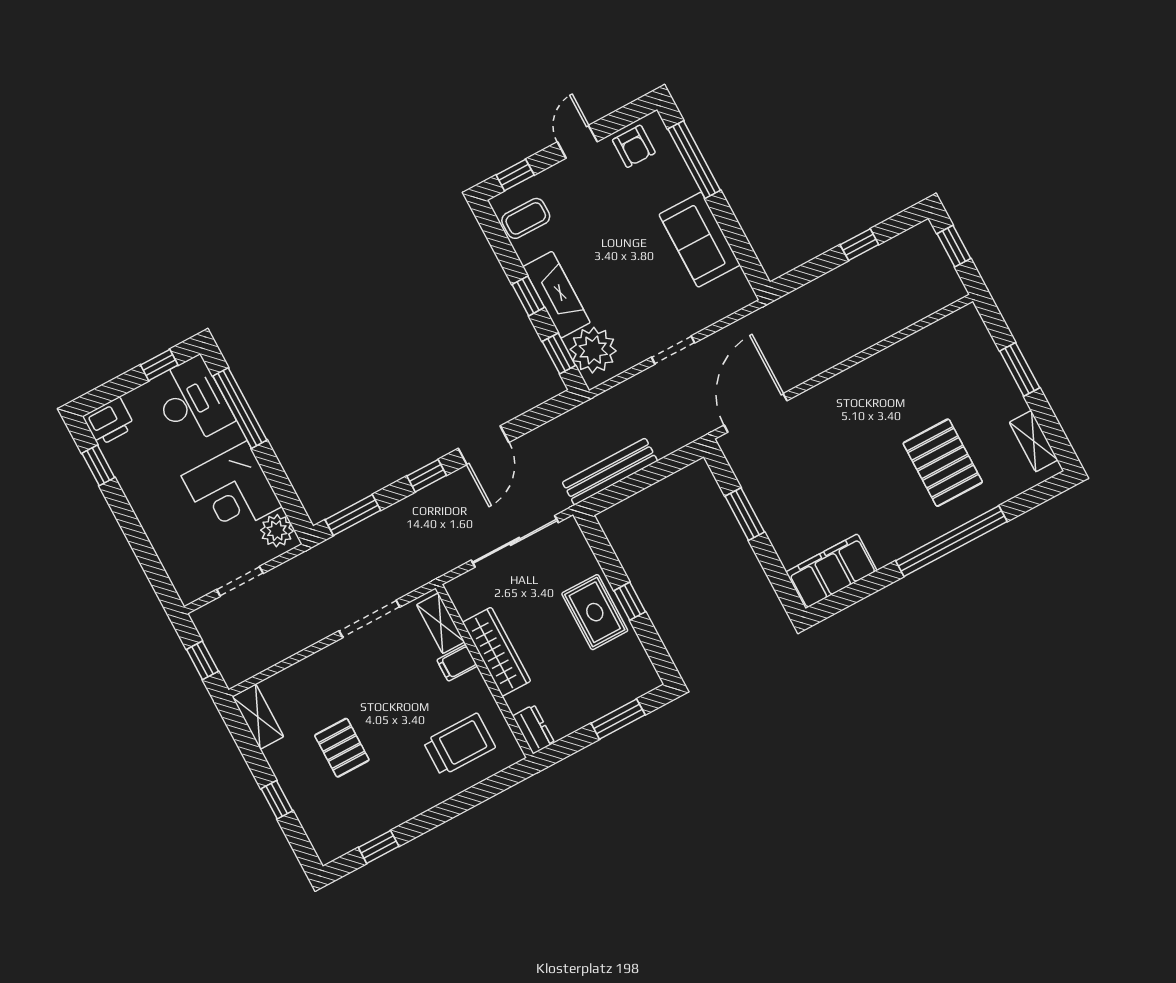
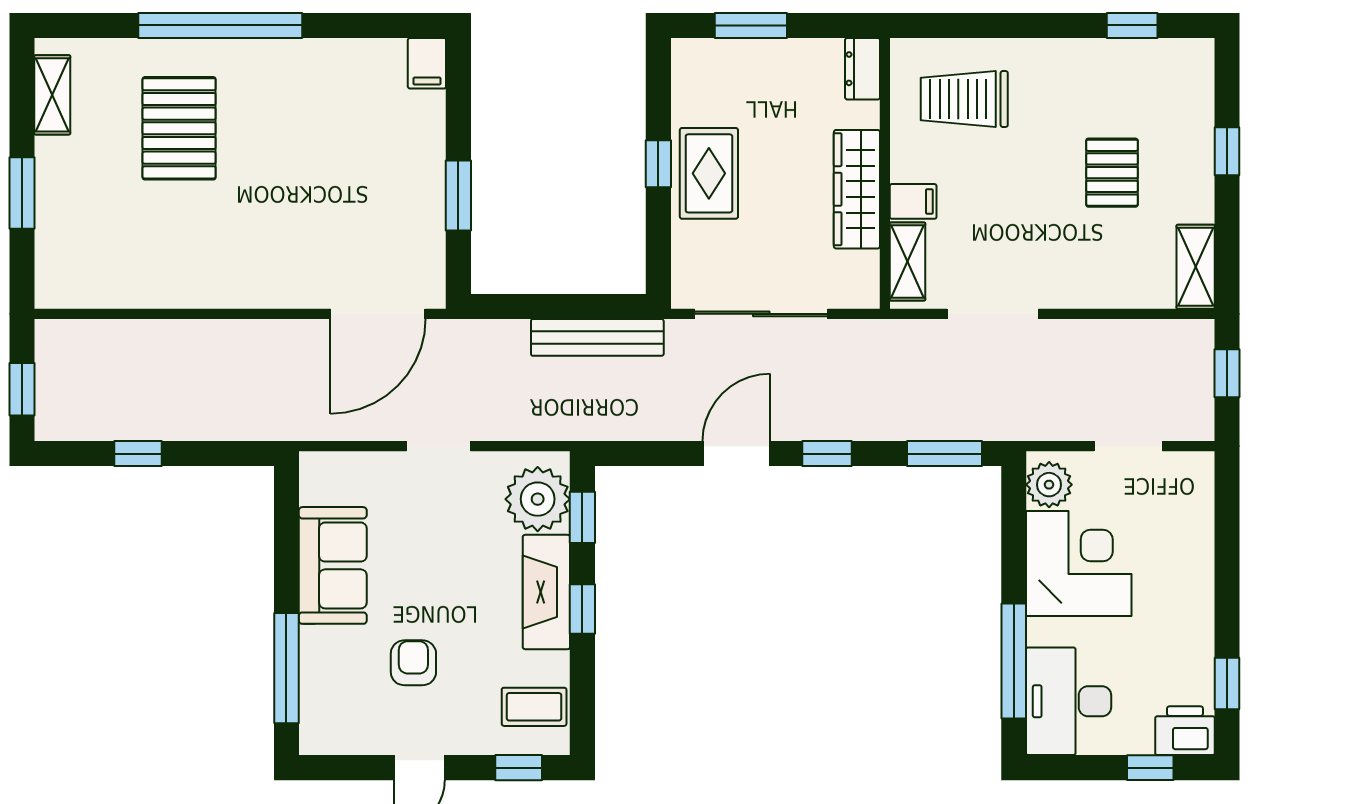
armchair: (634, 146) -> (413, 663), moved
window: (159, 365) -> (1150, 768), moved
filing cabinet: (831, 571) -> (427, 63), width x0.33, depth x0.86

